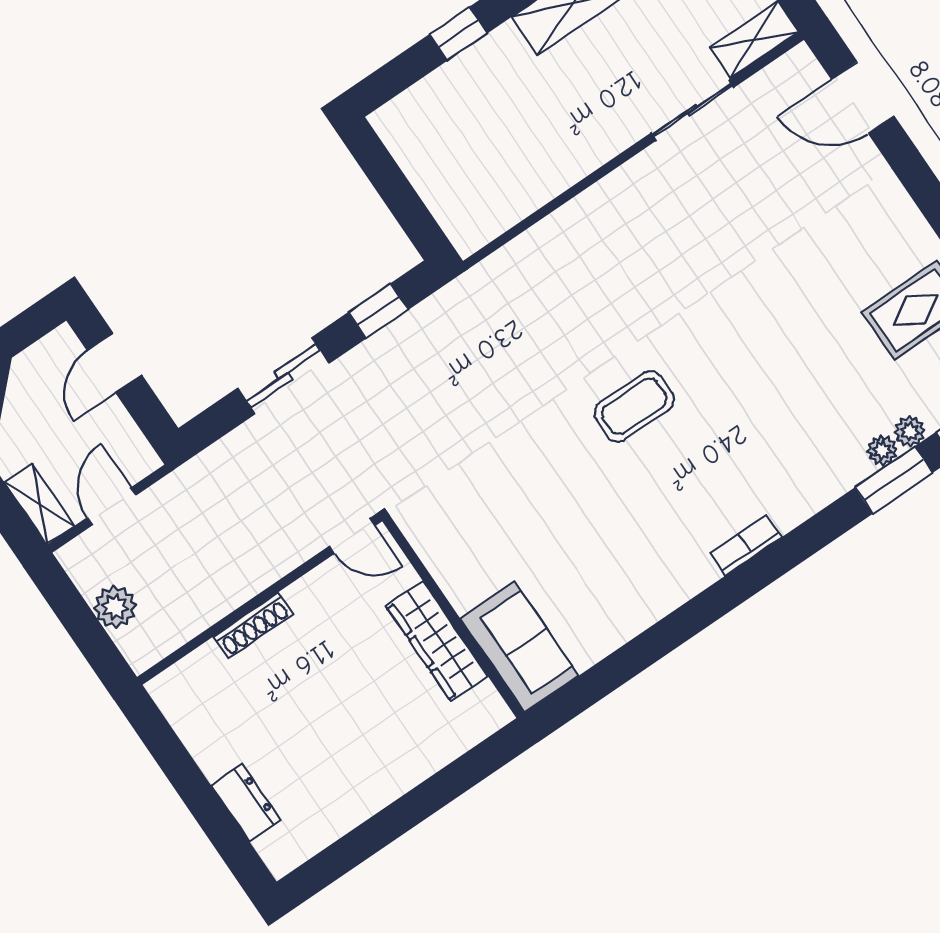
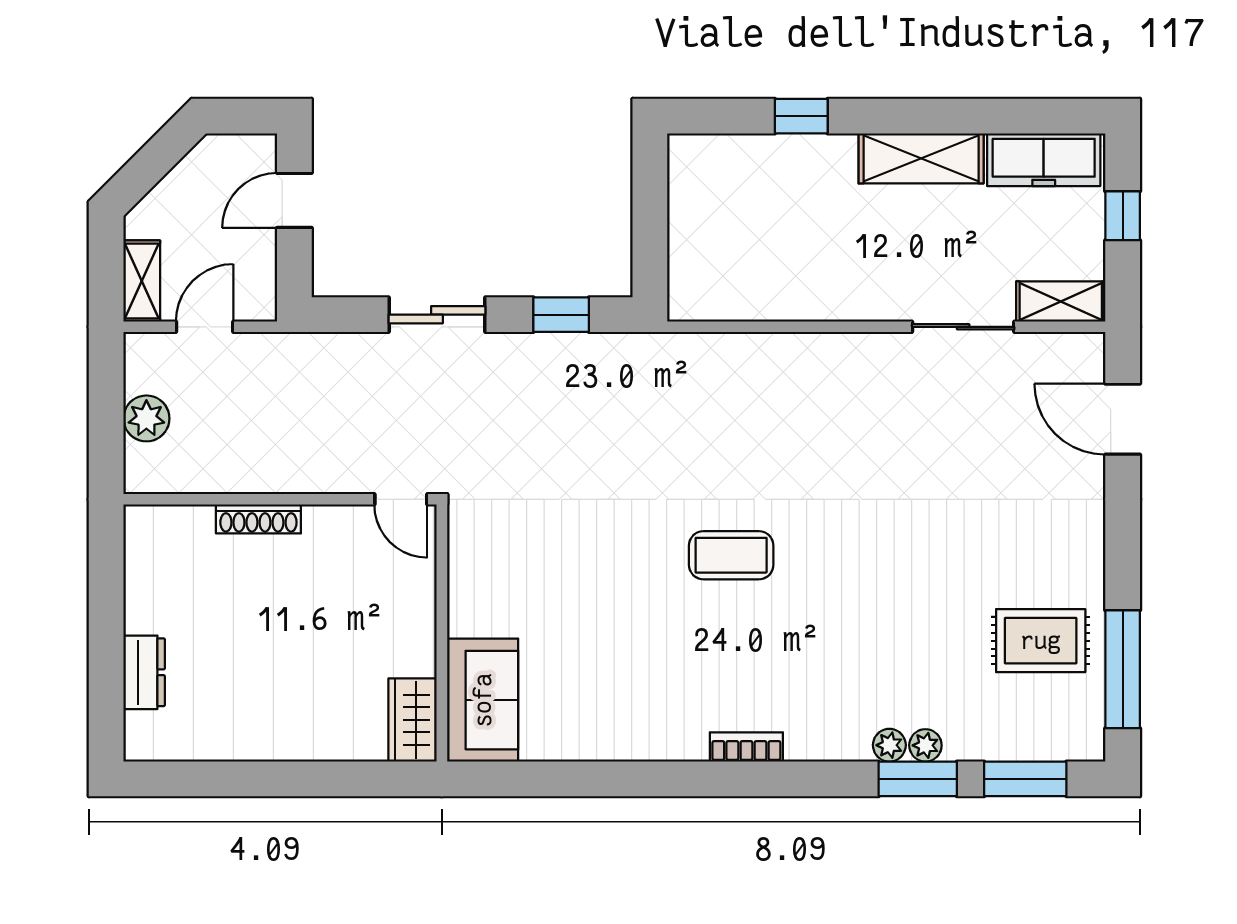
plant: (910, 431) -> (889, 745), moved
wardrobe: (437, 641) -> (413, 720), moved, width x0.67

